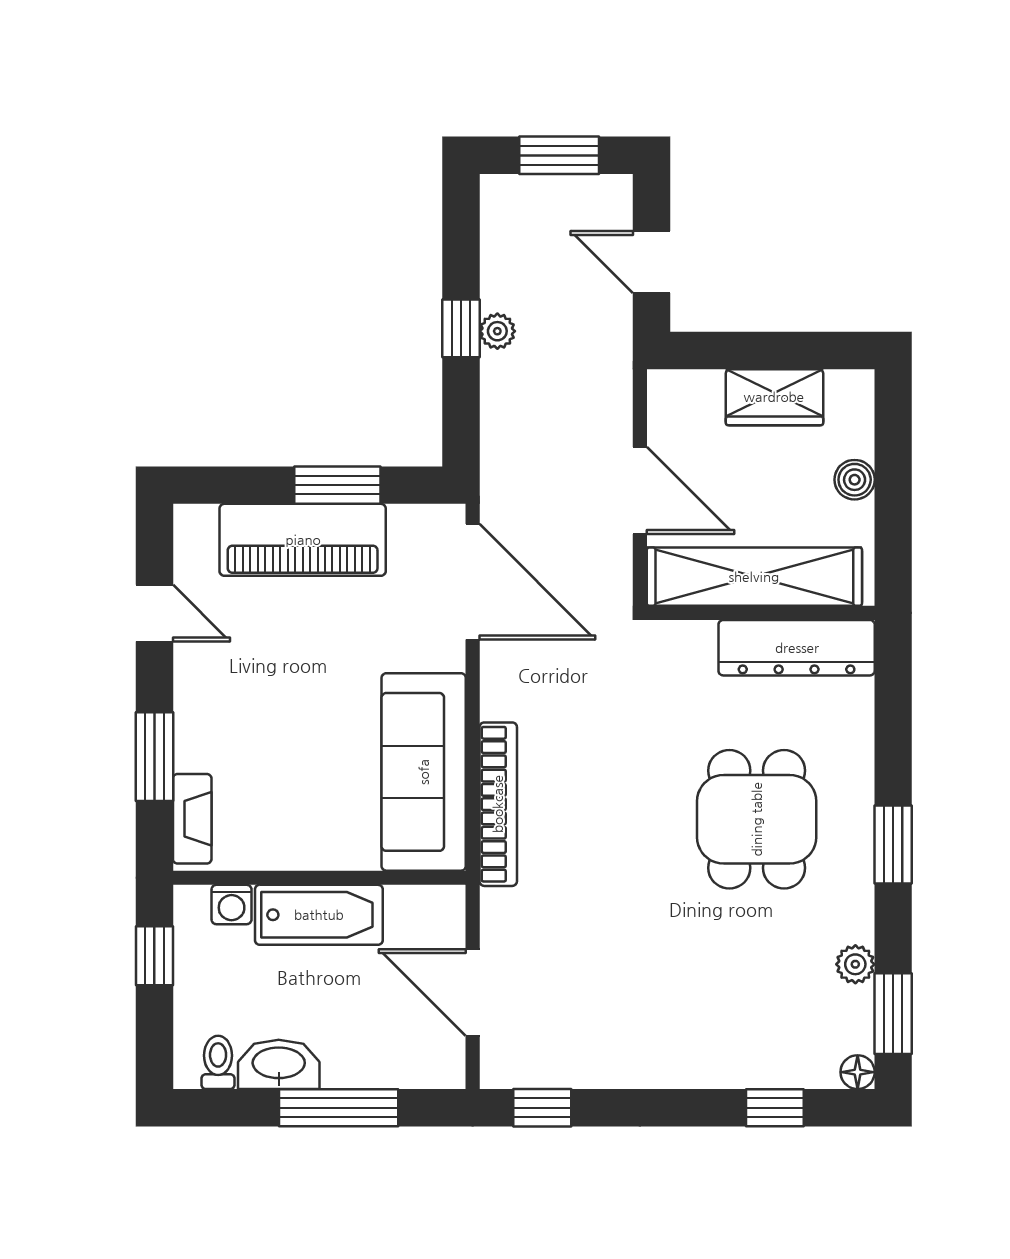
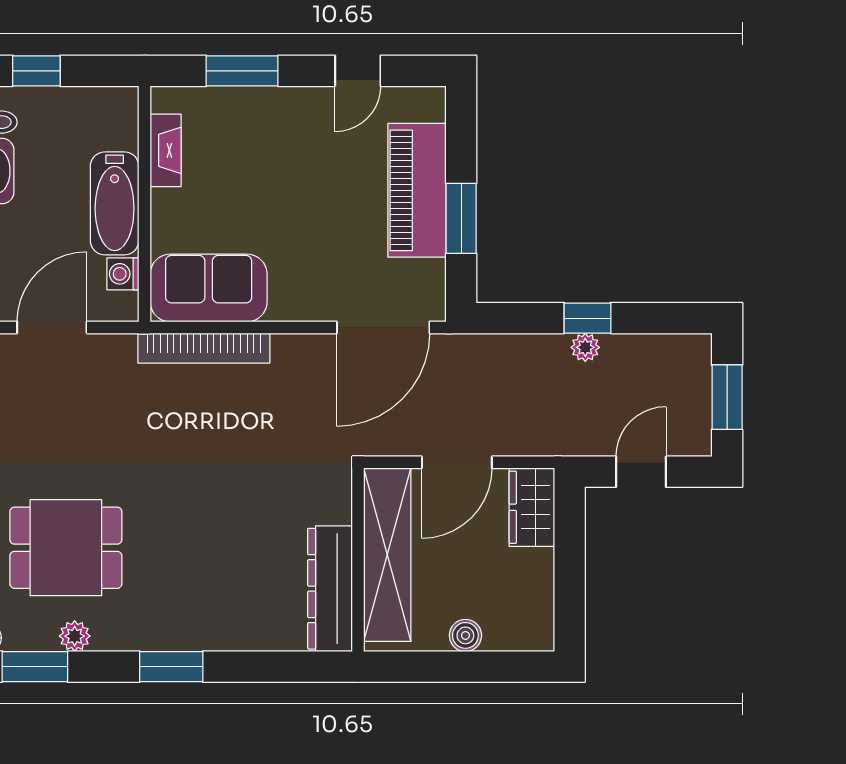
wardrobe: (774, 397) -> (532, 507), moved
sofa: (424, 772) -> (209, 288), width x0.73
fireplace: (192, 819) -> (166, 150), moved, turned -90
dining table: (757, 819) -> (66, 548), moved
washing machine: (232, 904) -> (123, 274), moved
window: (154, 956) -> (36, 71), moved

